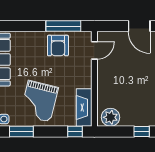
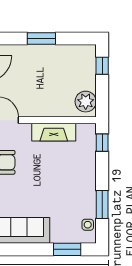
grand piano: (39, 101) -> (67, 184), removed
fireplace: (84, 107) -> (54, 132), moved

